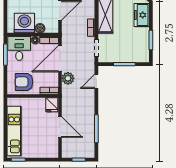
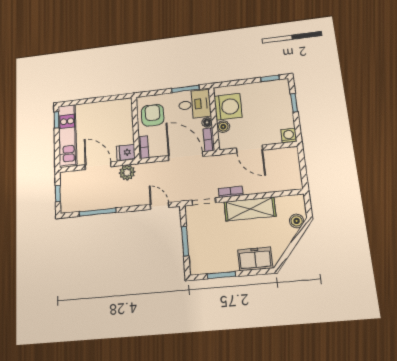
plant: (68, 78) -> (127, 172), moved
door: (60, 127) -> (98, 166), swing flipped
kitchen unit: (14, 131) -> (67, 135), moved, turned -90

